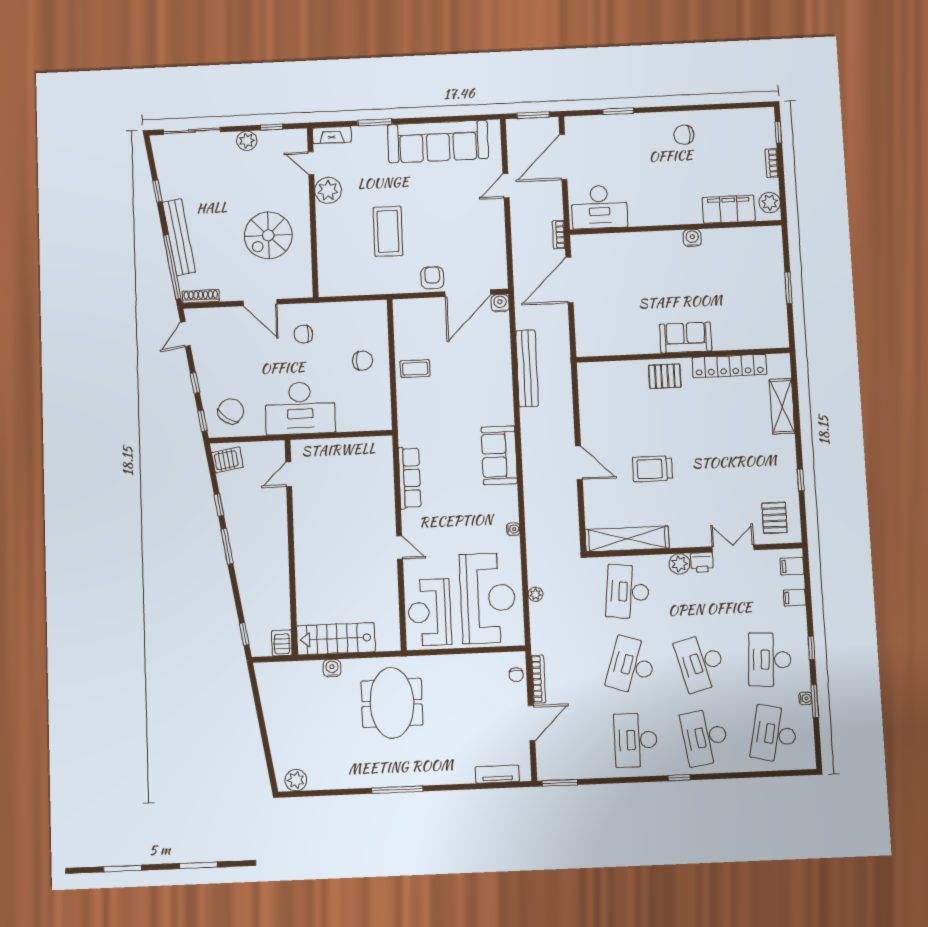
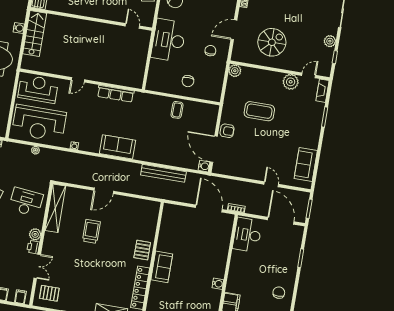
sofa: (438, 142) -> (306, 165), width x0.54, depth x0.79
spiral stairs: (268, 235) -> (272, 42), turned 90
plant: (329, 286) -> (235, 71), added

